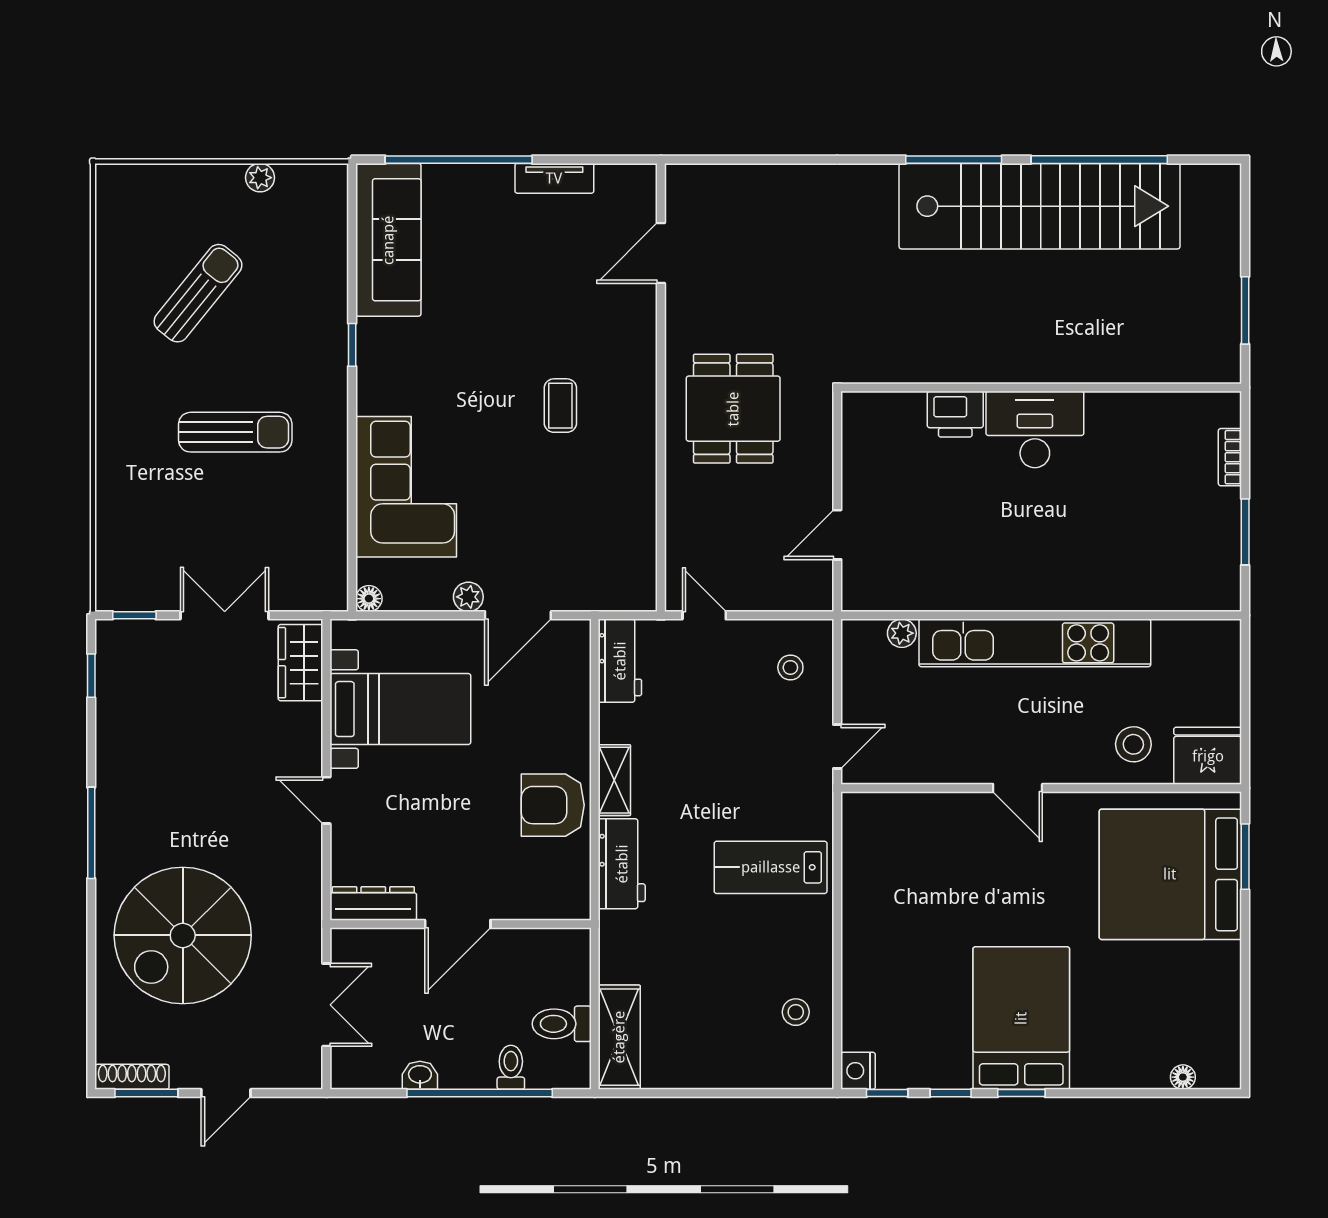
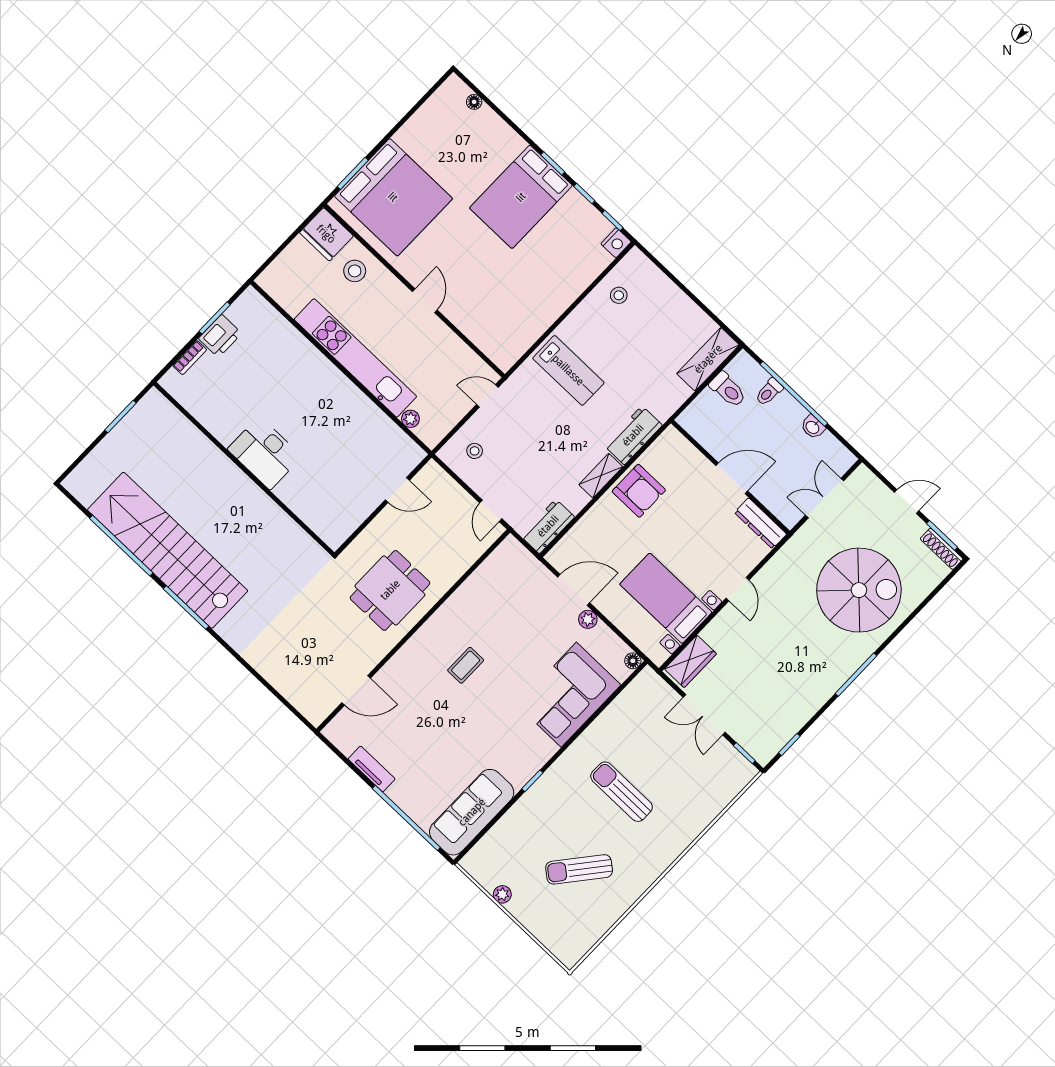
printer: (955, 414) -> (220, 336), moved, turned 90

